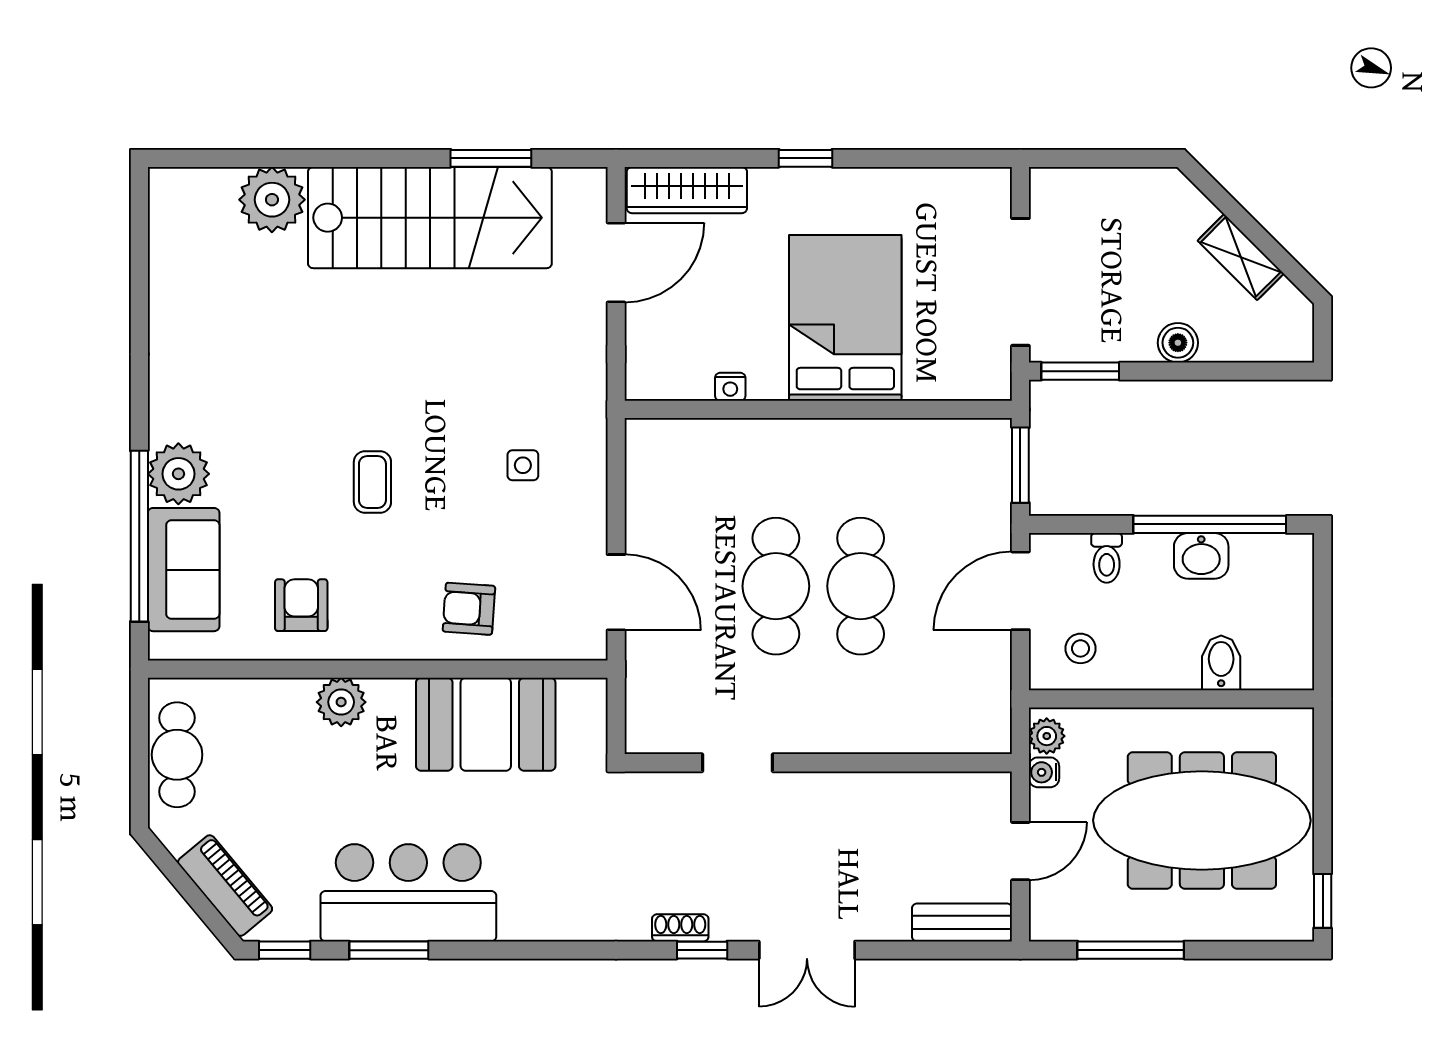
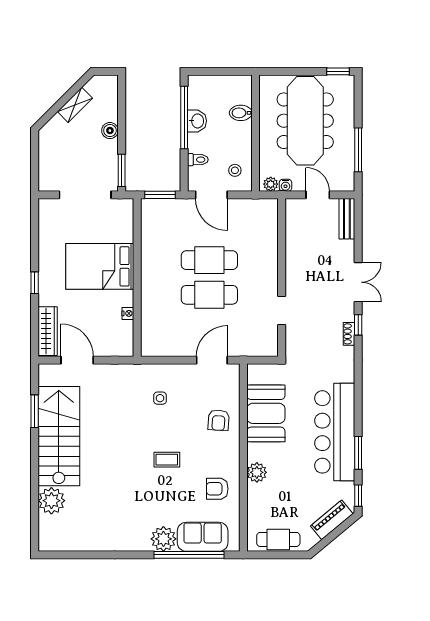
bar counter: (408, 893) -> (335, 432), width x1.36

